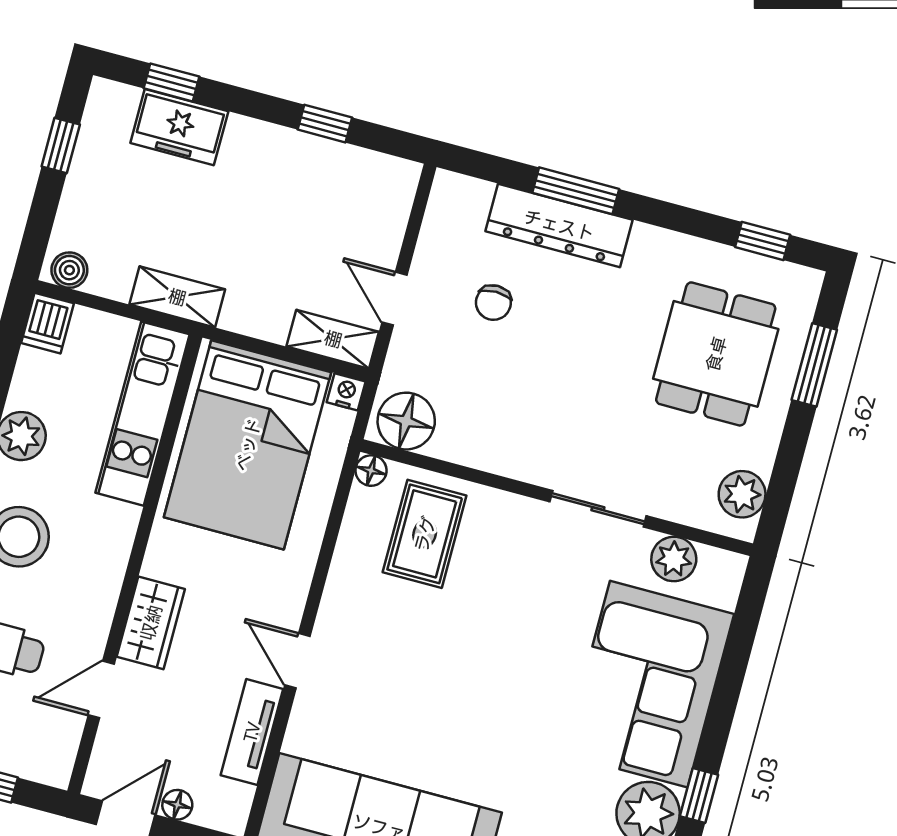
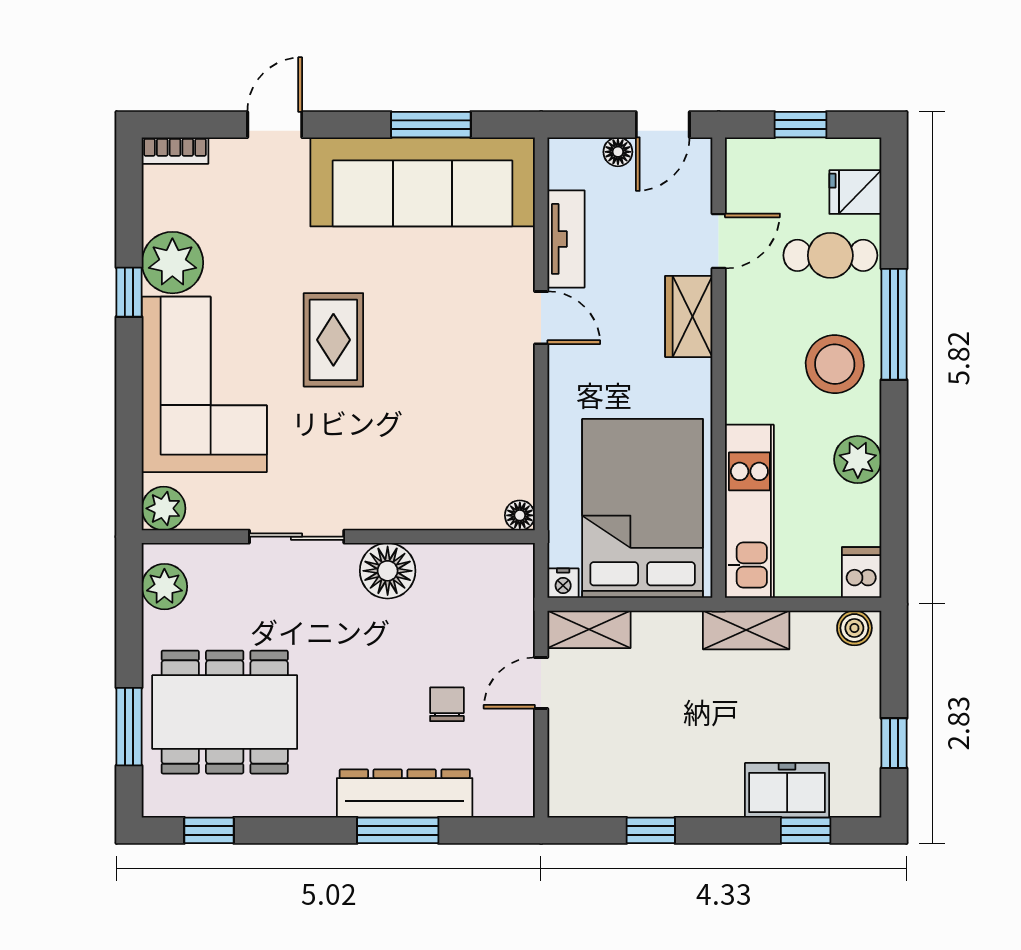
door: (394, 299) -> (541, 683), swing flipped
dining table: (716, 354) -> (225, 712), width x1.37
floor lamp: (406, 421) -> (388, 571), moved
rug: (425, 534) -> (333, 340), moved
plant: (674, 559) -> (164, 508), moved

